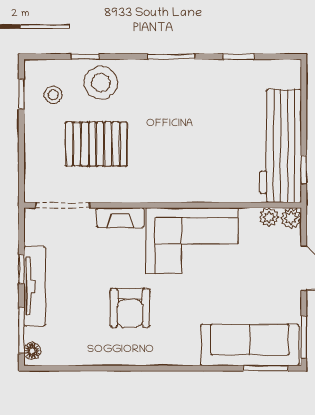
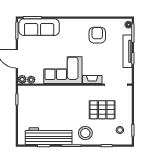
stool: (101, 83) -> (85, 133), moved
workbench: (281, 146) -> (49, 136), moved, turned -90
armchair: (130, 308) -> (97, 35), moved

